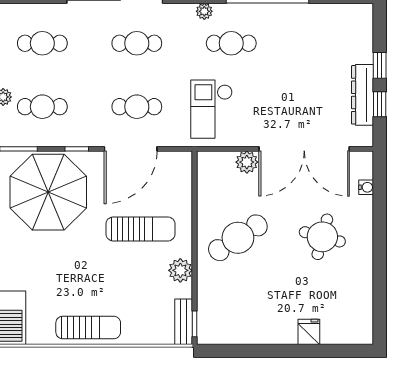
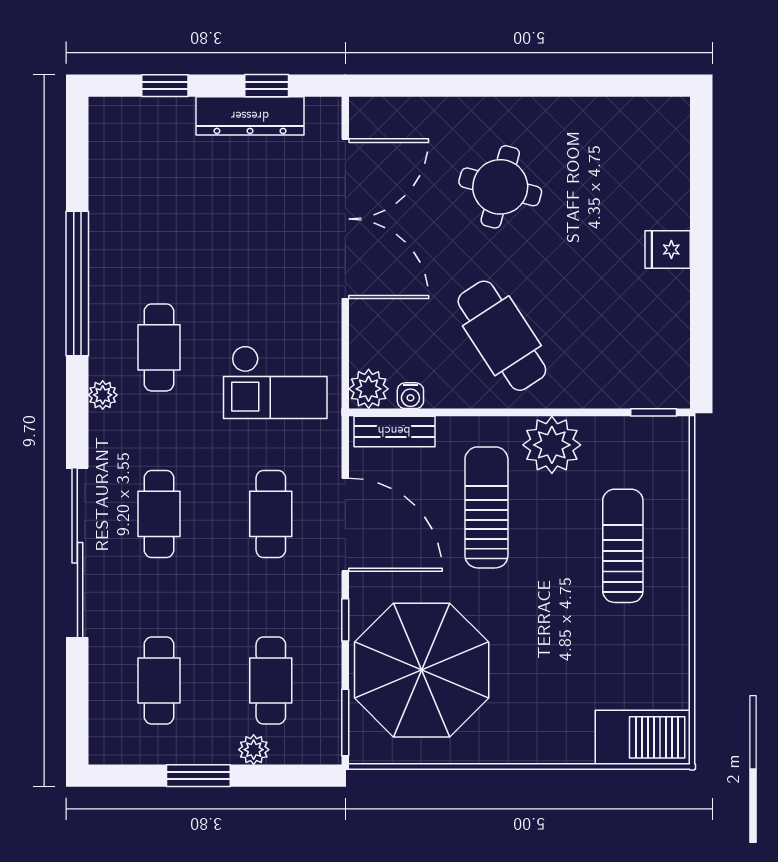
window: (380, 65) -> (165, 86), moved
plant: (247, 162) -> (369, 389), moved
water cooler: (366, 187) -> (410, 396), moved, turned 180
plant: (180, 270) -> (552, 445), width x1.36, depth x1.36
bench: (184, 322) -> (394, 431), moved
sun lounger: (88, 328) -> (623, 546), moved
fridge: (309, 332) -> (668, 250), moved

